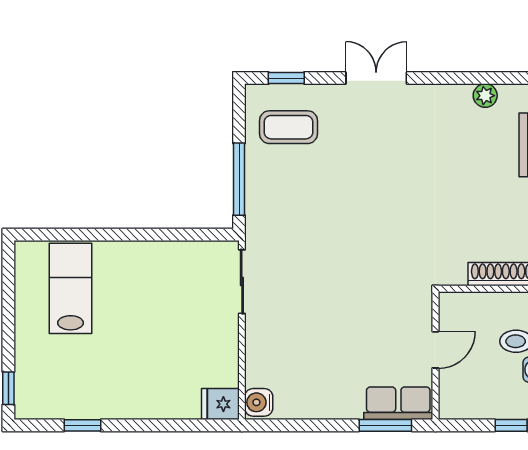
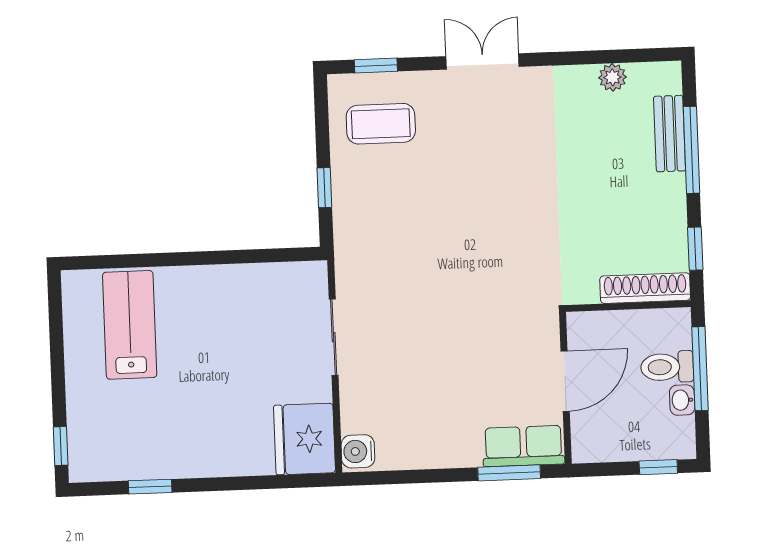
window: (239, 179) -> (324, 188), width x0.46
sliding door: (242, 282) -> (334, 337), moved
door: (435, 350) -> (565, 381), width x1.38
fridge: (220, 404) -> (304, 439), width x1.88, depth x1.34

